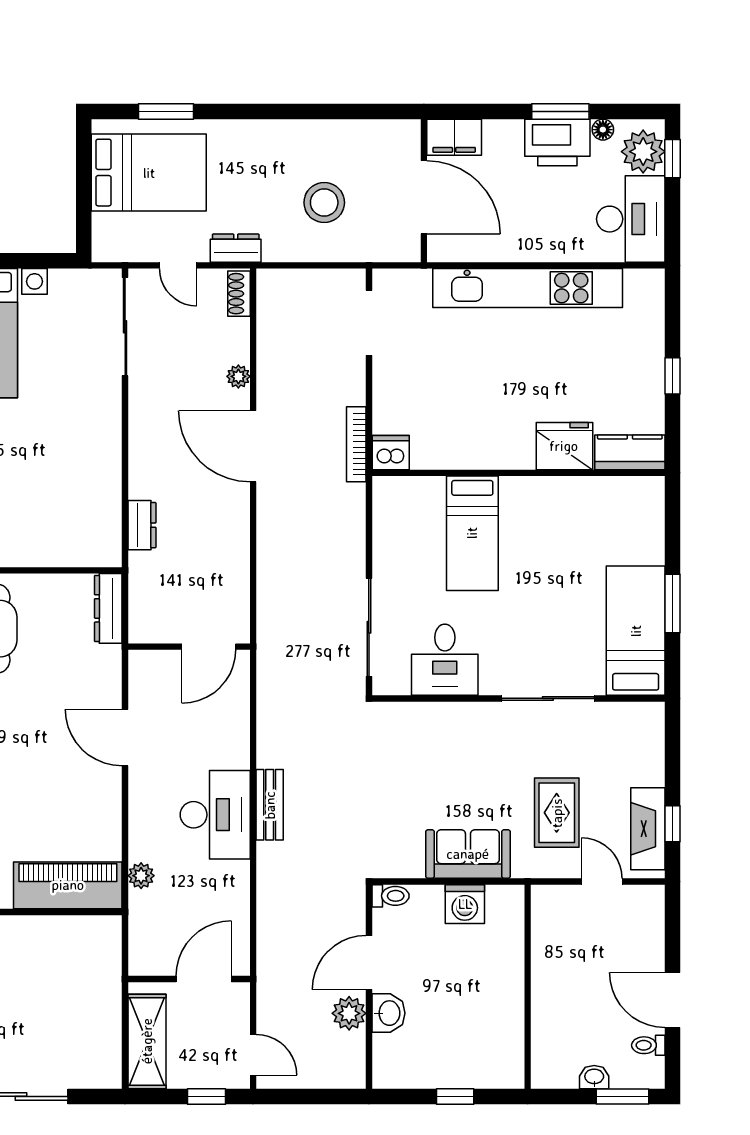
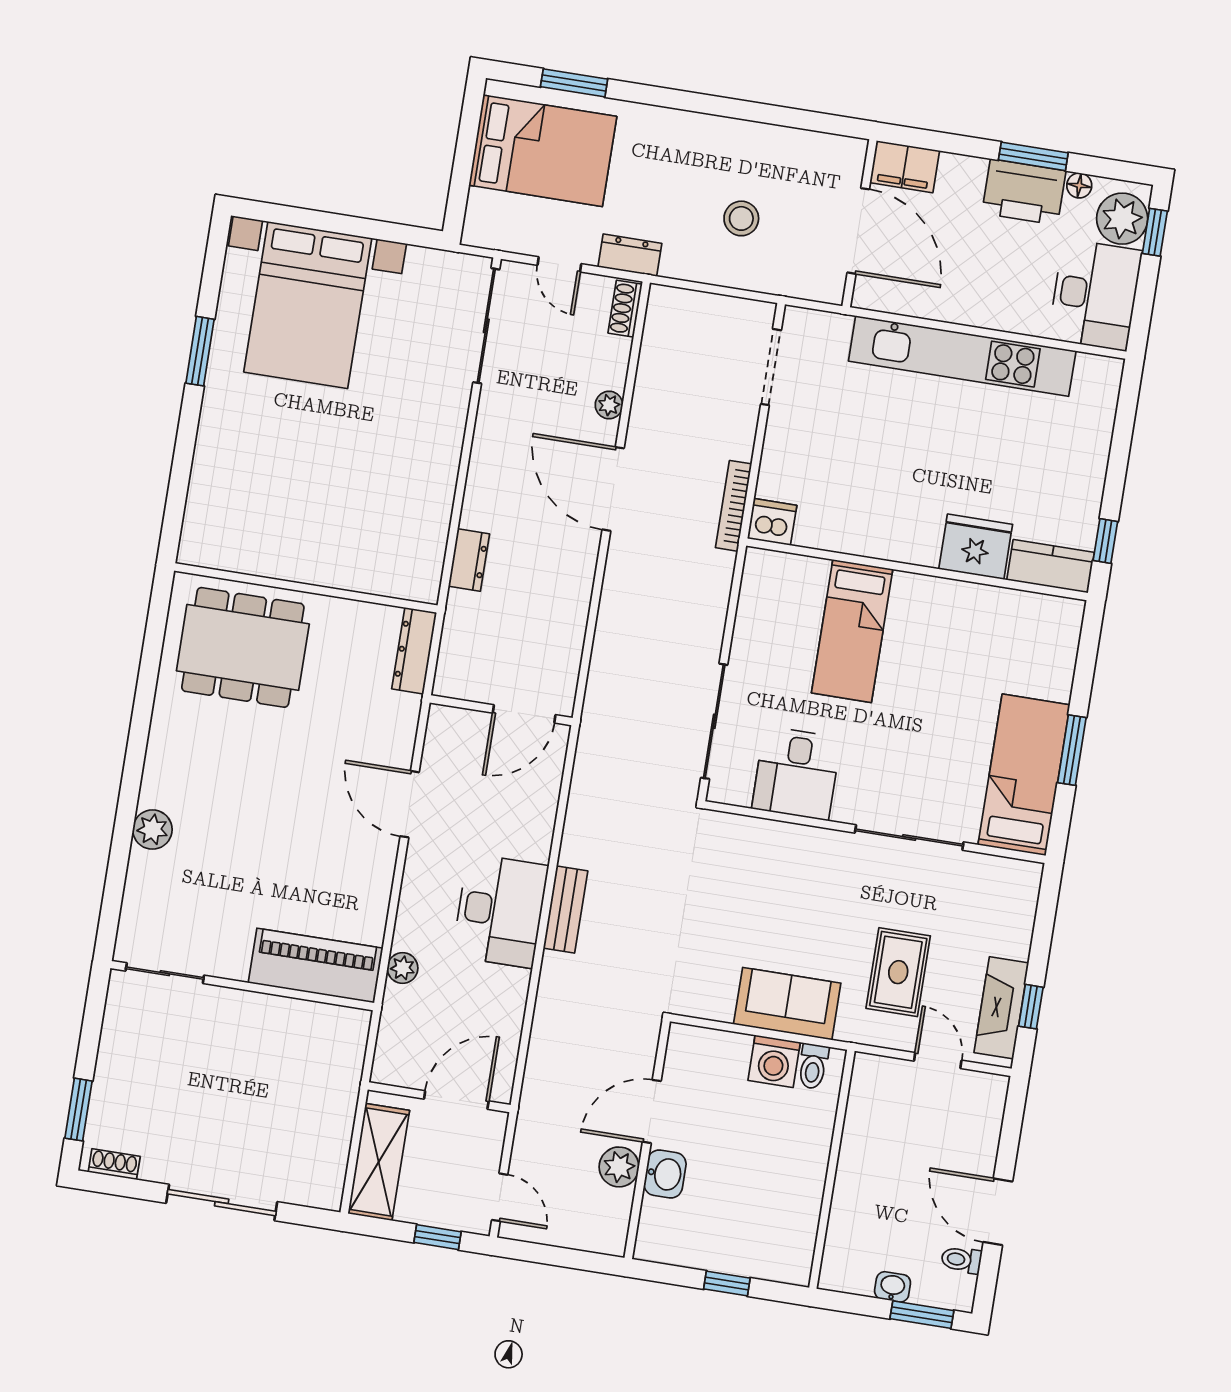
stool: (324, 203) -> (741, 218), width x0.73, depth x0.73
window: (672, 376) -> (1105, 541), moved
toilet: (391, 896) -> (813, 1066), moved, turned 90

